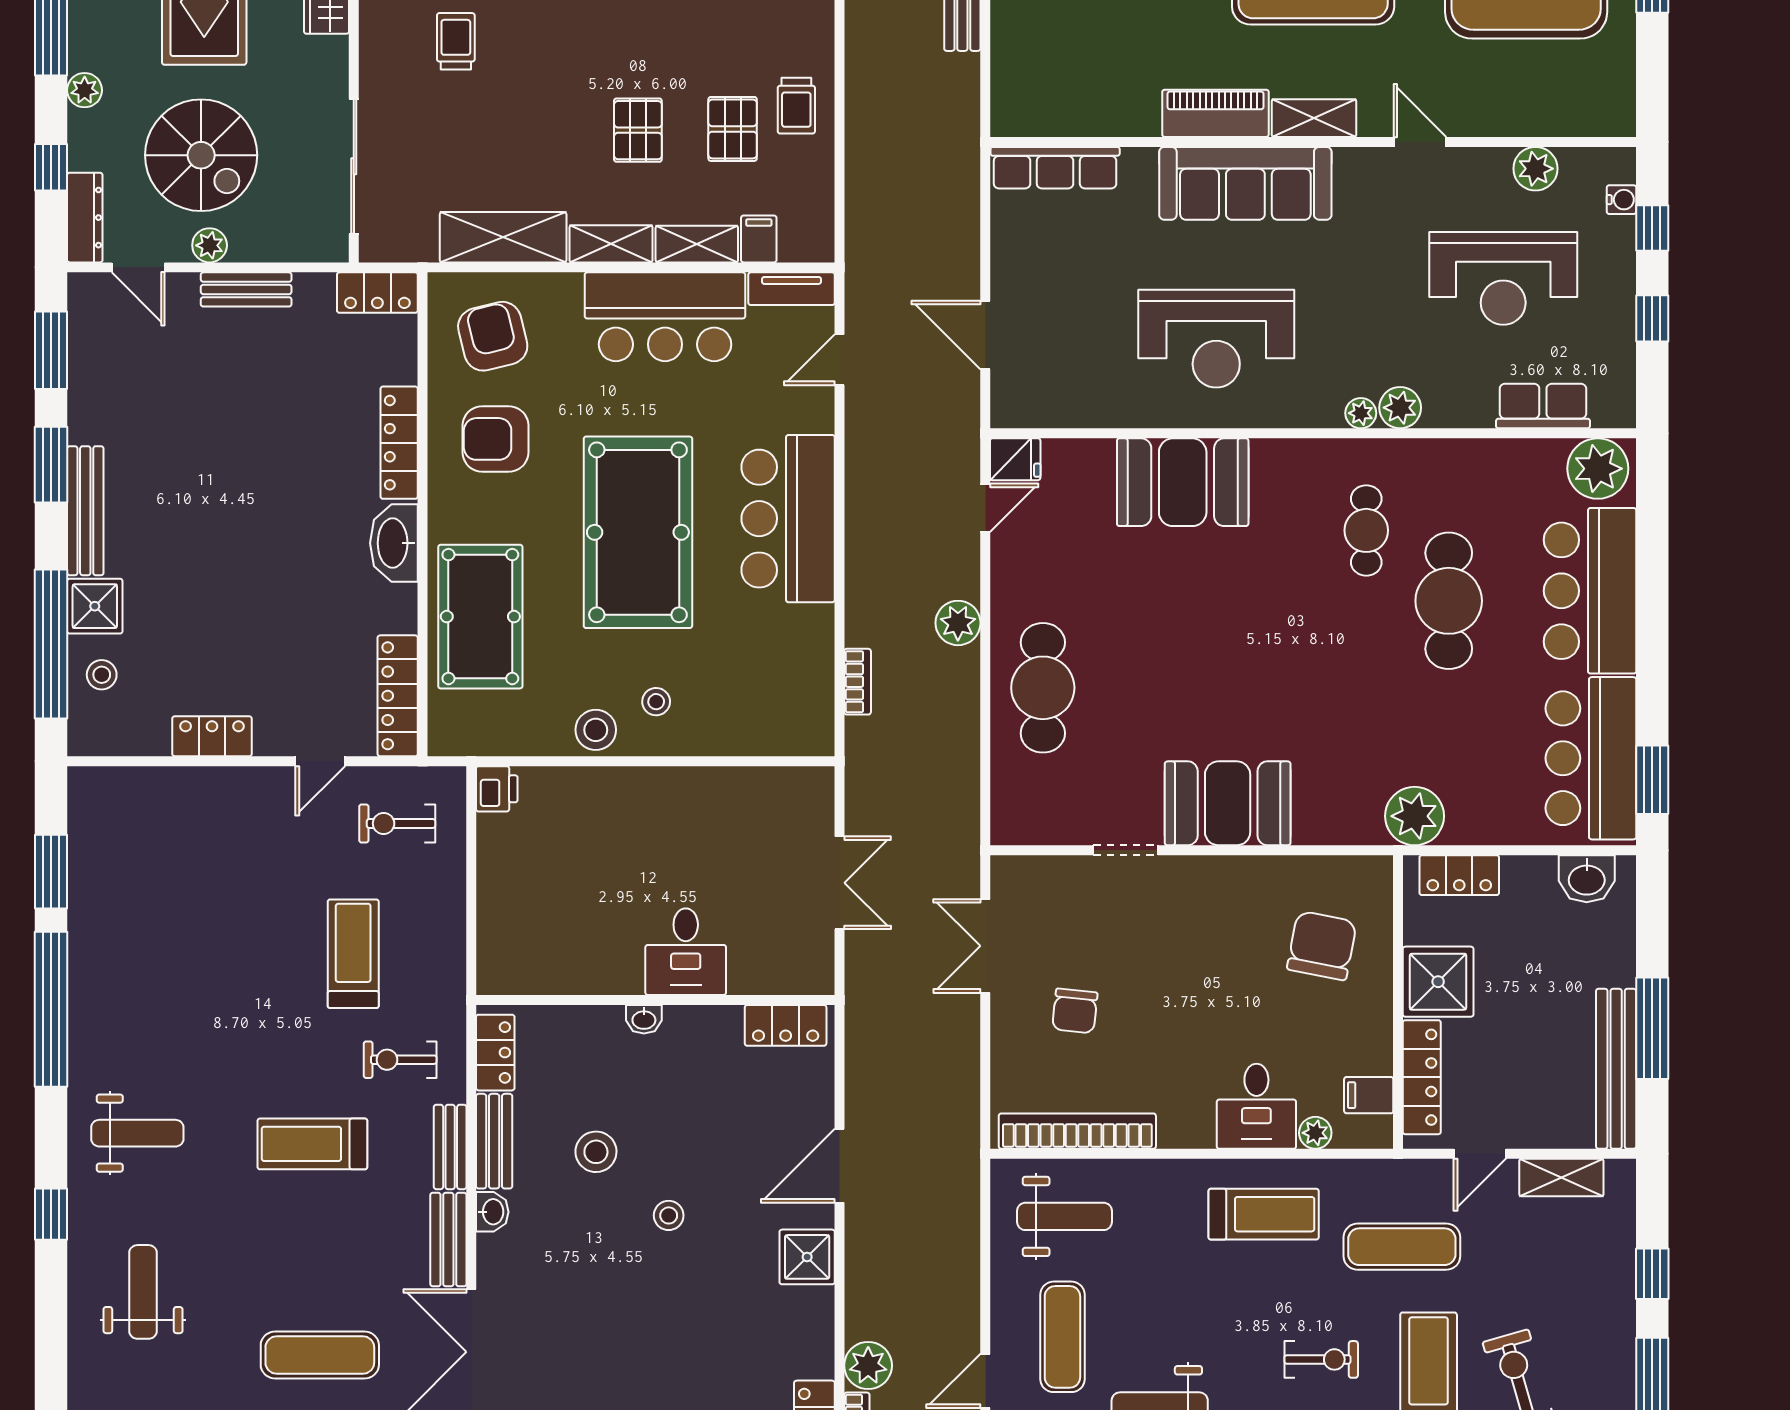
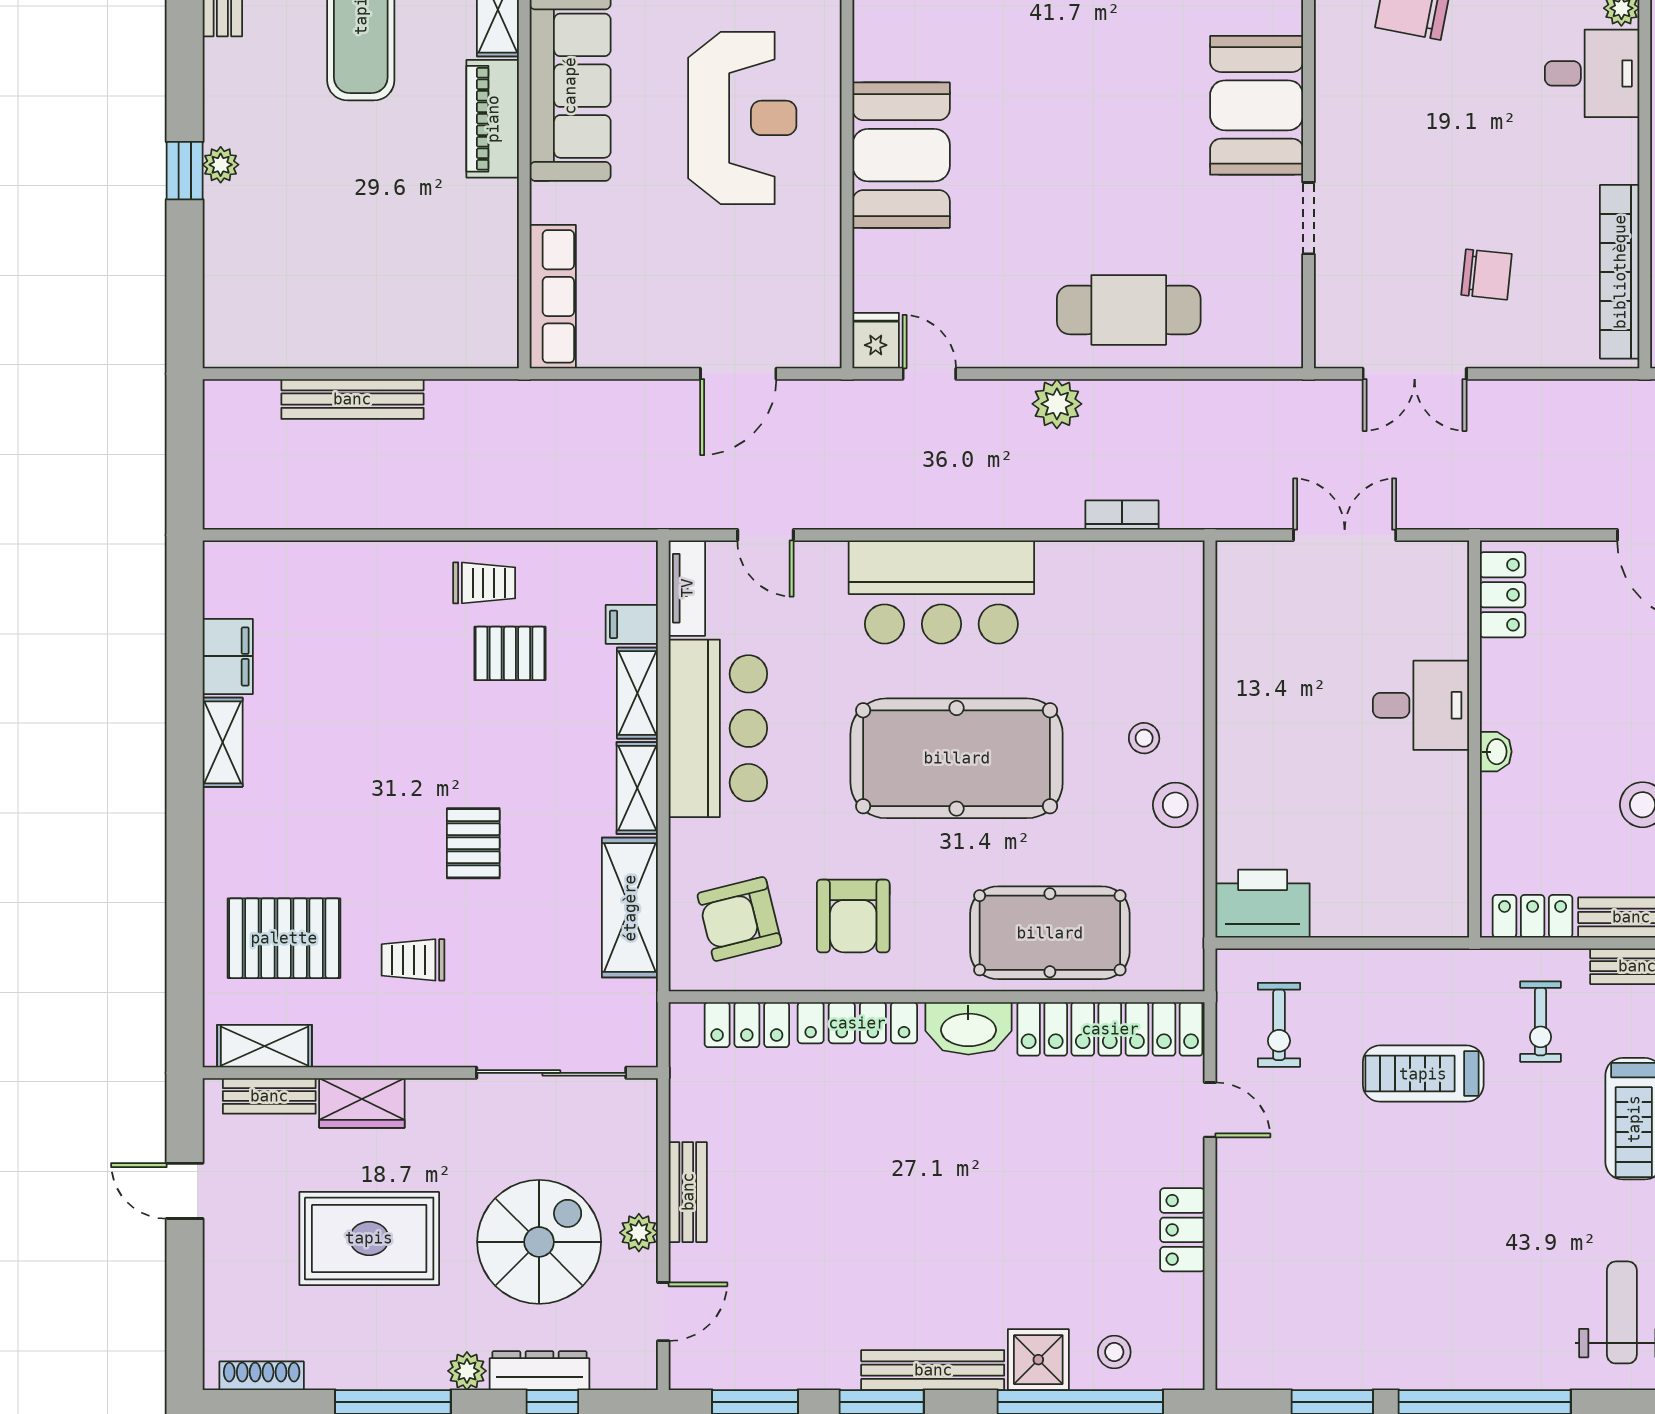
pallet: (638, 130) -> (473, 843), moved, turned 90
dresser: (85, 218) -> (539, 1371), moved
locker: (377, 293) -> (747, 1025), moved, turned 90
locker: (398, 696) -> (1110, 1029), width x1.41, depth x1.21
printer: (497, 789) -> (1263, 904), width x1.87, depth x1.48

